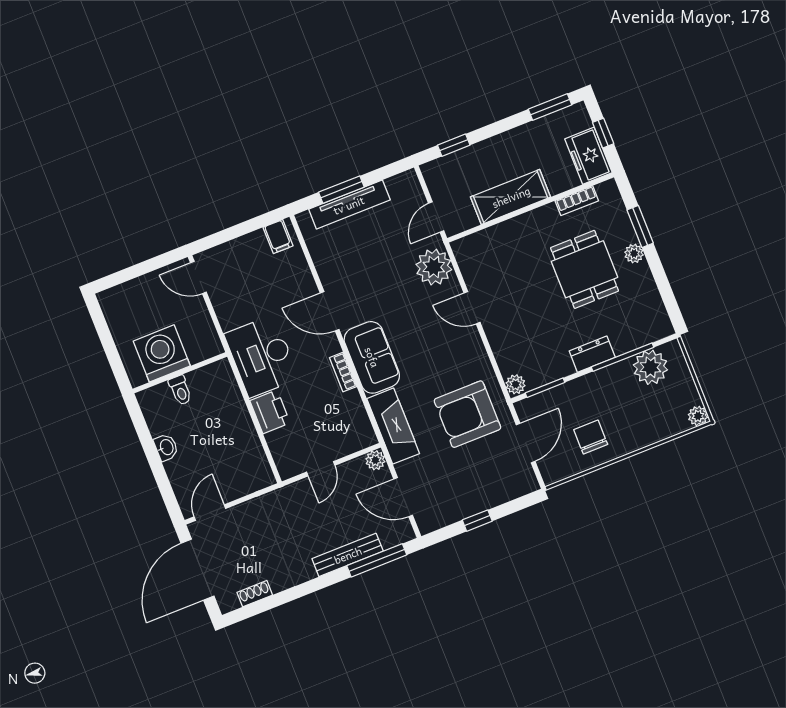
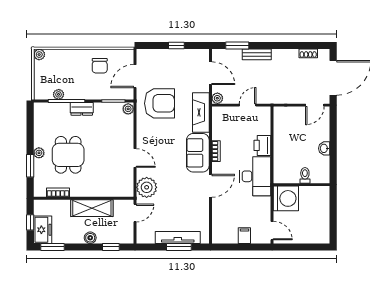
boiler: (494, 147) -> (90, 238), added
freezer: (588, 156) -> (43, 230), moved
filing cabinet: (278, 237) -> (244, 236), moved
door: (330, 311) -> (210, 186), hinge flipped
washing machine: (162, 353) -> (286, 198), moved, turned -90
plant: (650, 367) -> (59, 94), width x0.53, depth x0.53
bench: (348, 555) -> (257, 54), width x0.73
window: (377, 560) -> (237, 46), width x0.69

